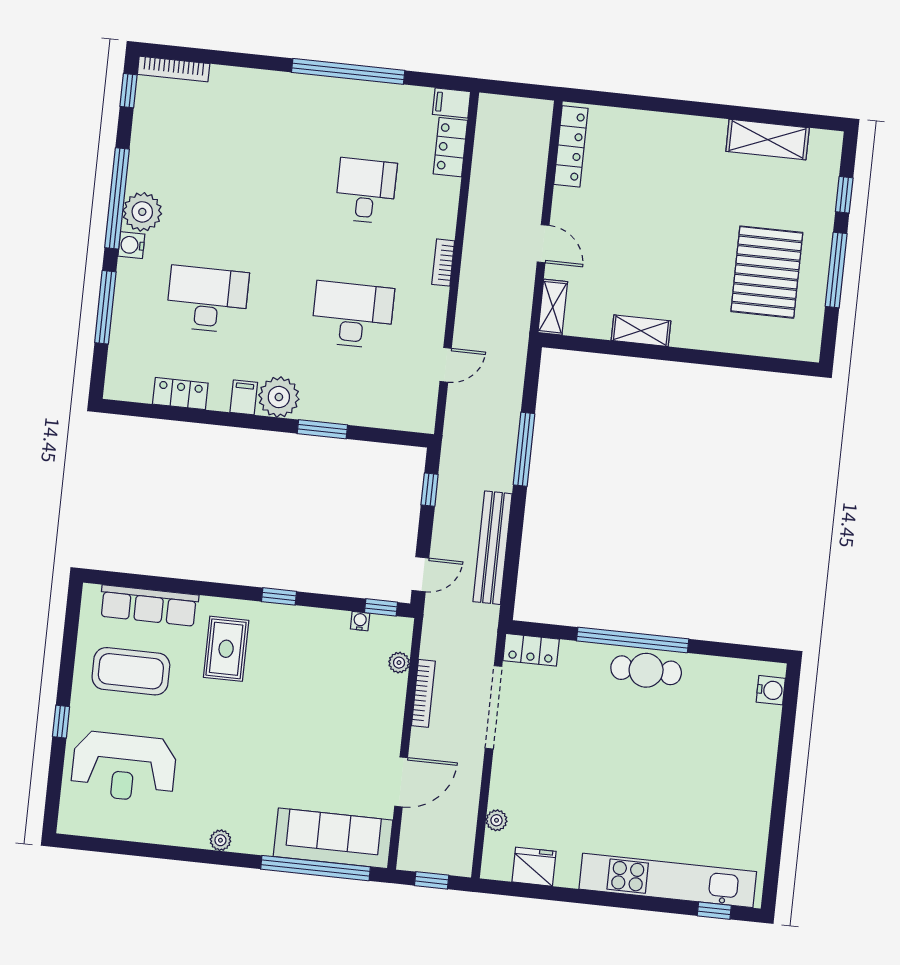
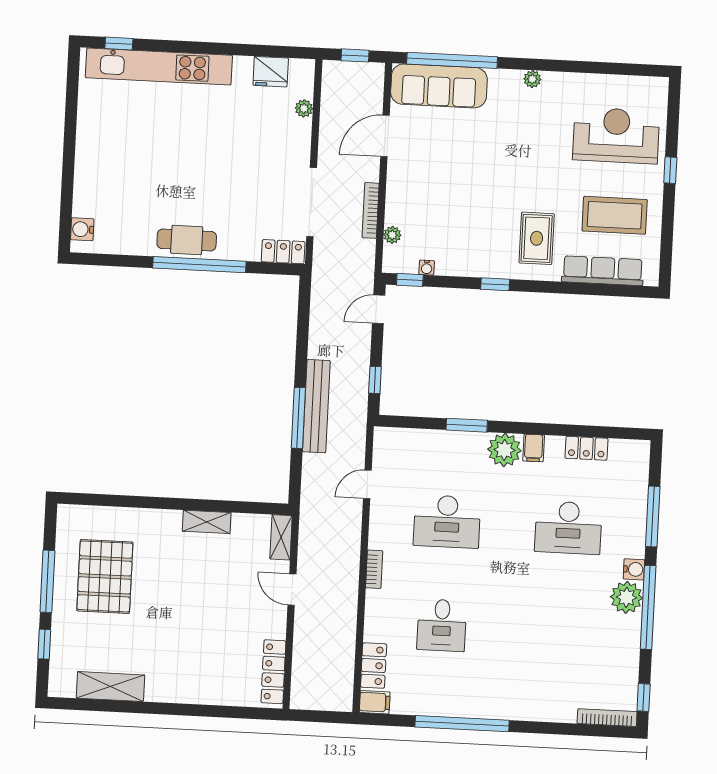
bench: (492, 548) -> (316, 406), moved

